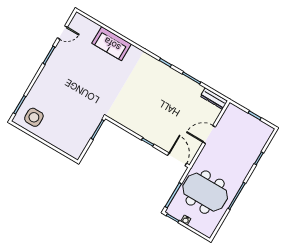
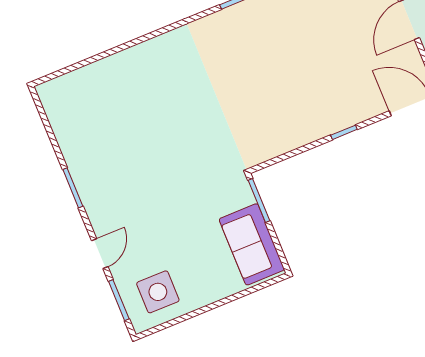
door: (62, 33) -> (100, 254), moved
sofa: (112, 44) -> (252, 244), moved, turned 90

